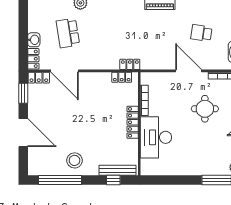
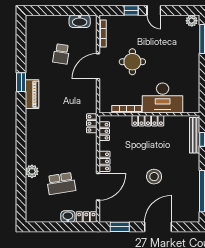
locker: (39, 78) -> (105, 161), moved
round table: (205, 109) -> (132, 62), moved
stool: (74, 160) -> (154, 177), moved

